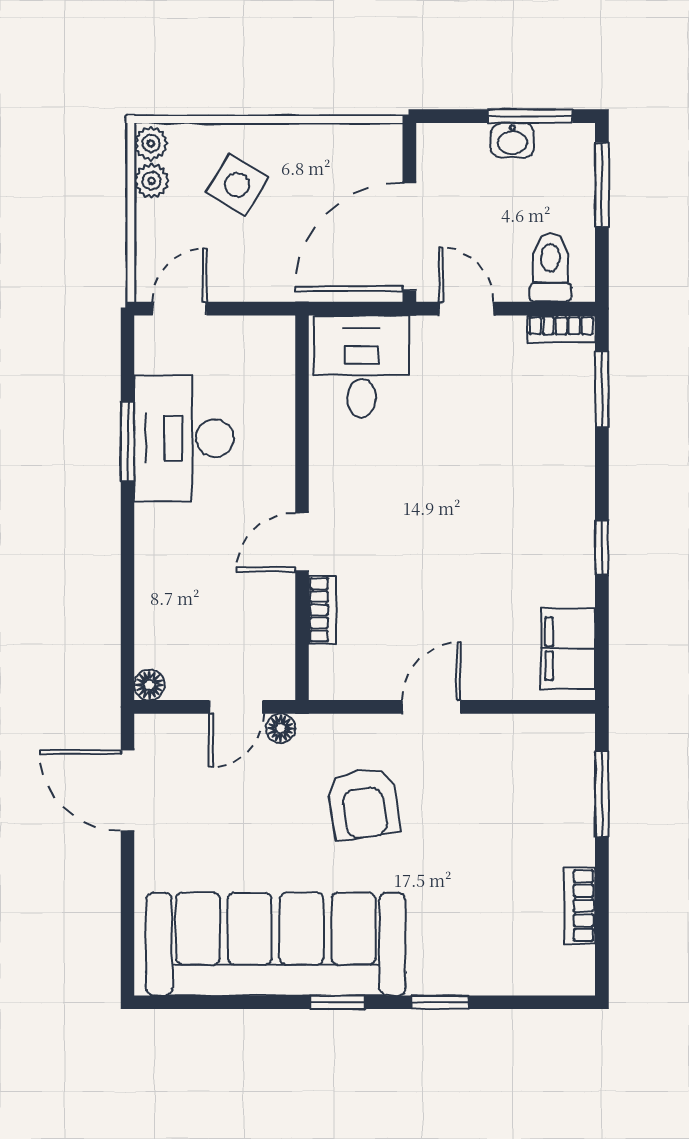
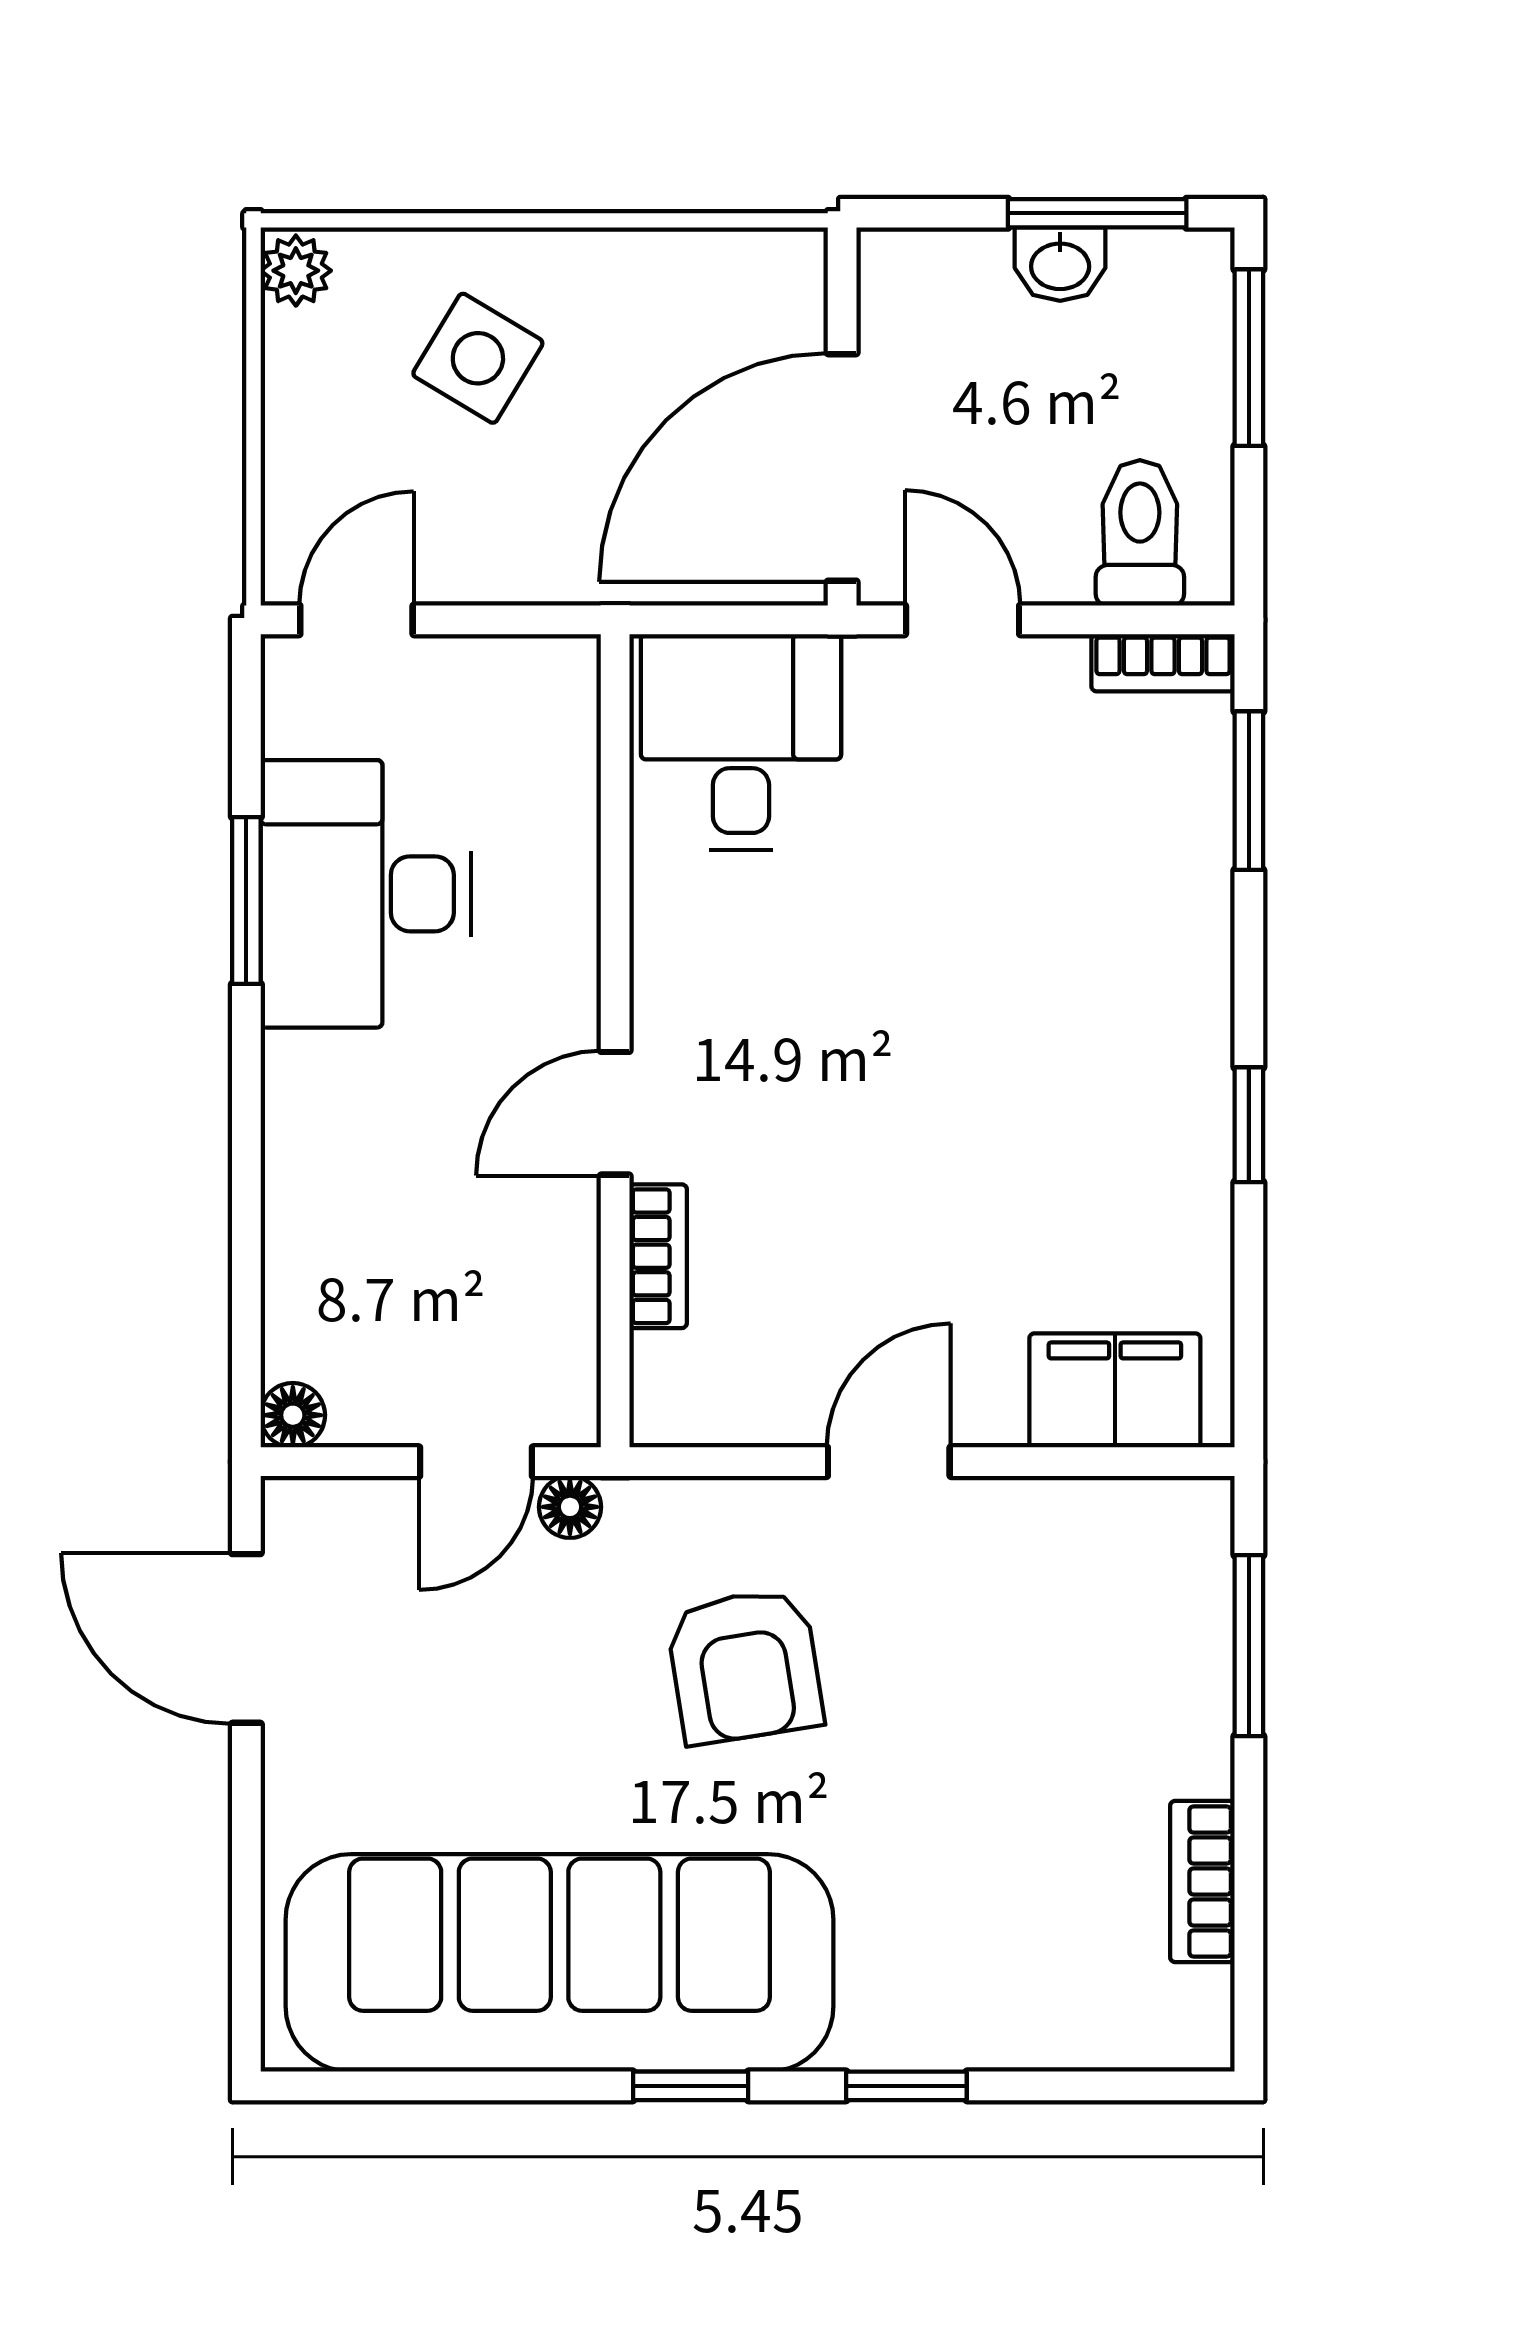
plant: (151, 181) -> (297, 350), removed
filing cabinet: (568, 649) -> (1115, 1390), moved, turned 90

